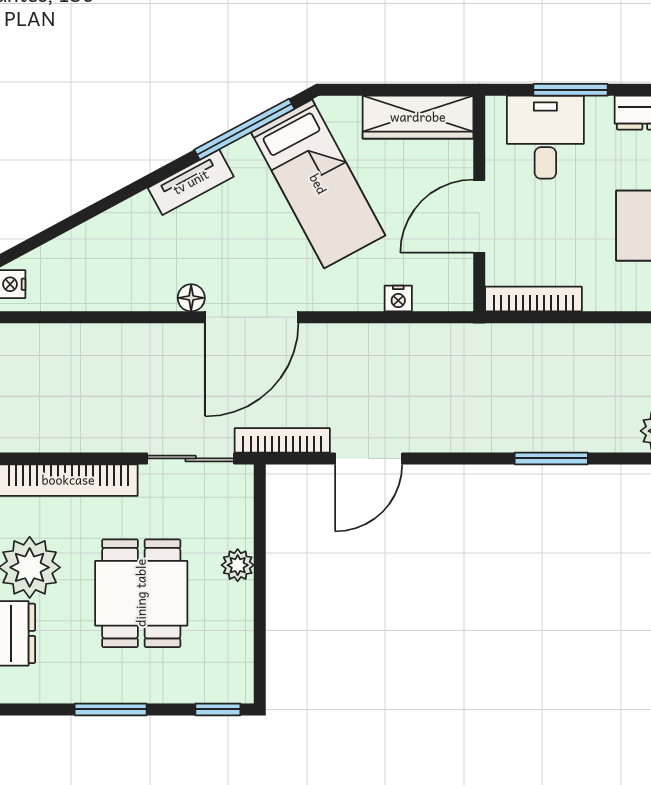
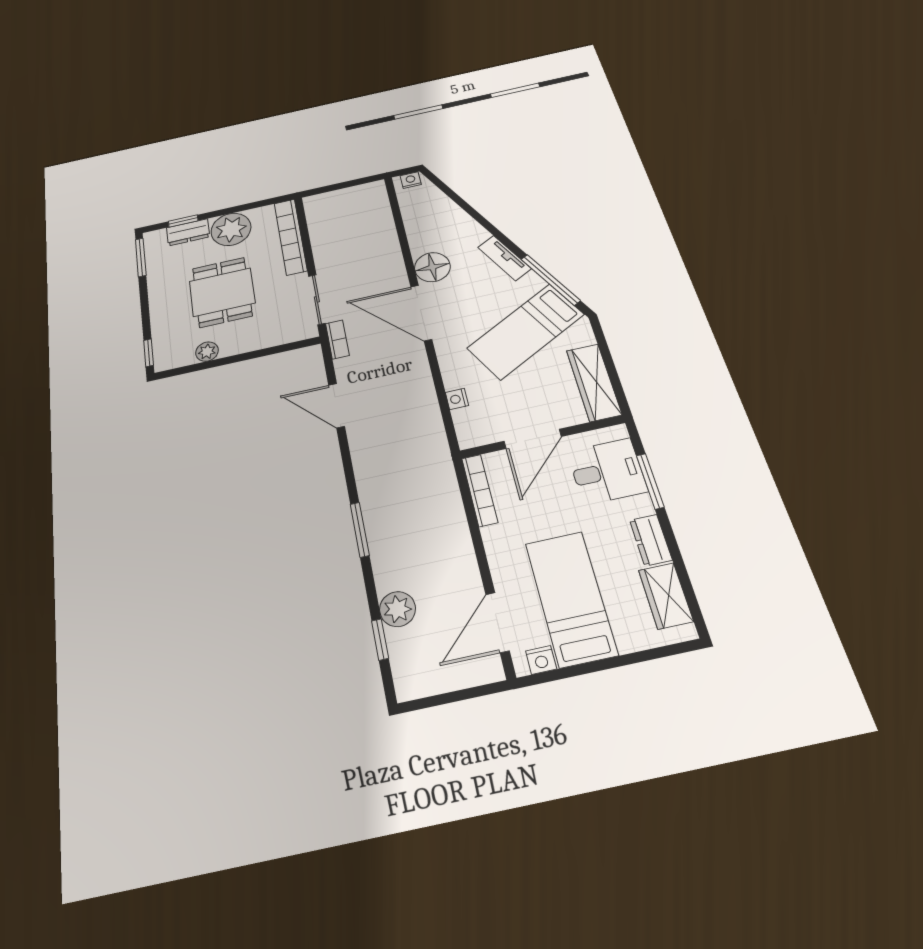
door: (479, 216) -> (533, 439), swing flipped
floor lamp: (191, 298) -> (432, 267), width x1.89, depth x1.89
bookcase: (282, 440) -> (337, 339), width x0.64
plant: (238, 565) -> (207, 352), moved
dining table: (141, 593) -> (222, 292), turned 90
window: (111, 709) -> (141, 257), moved

